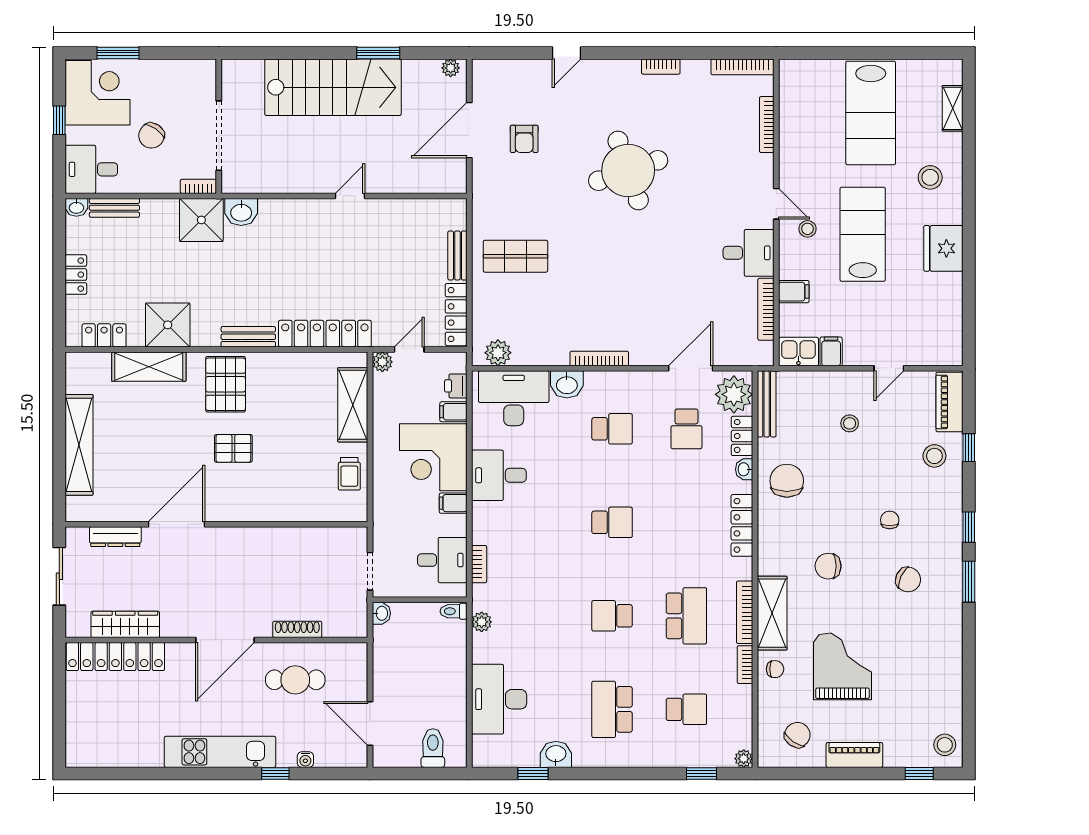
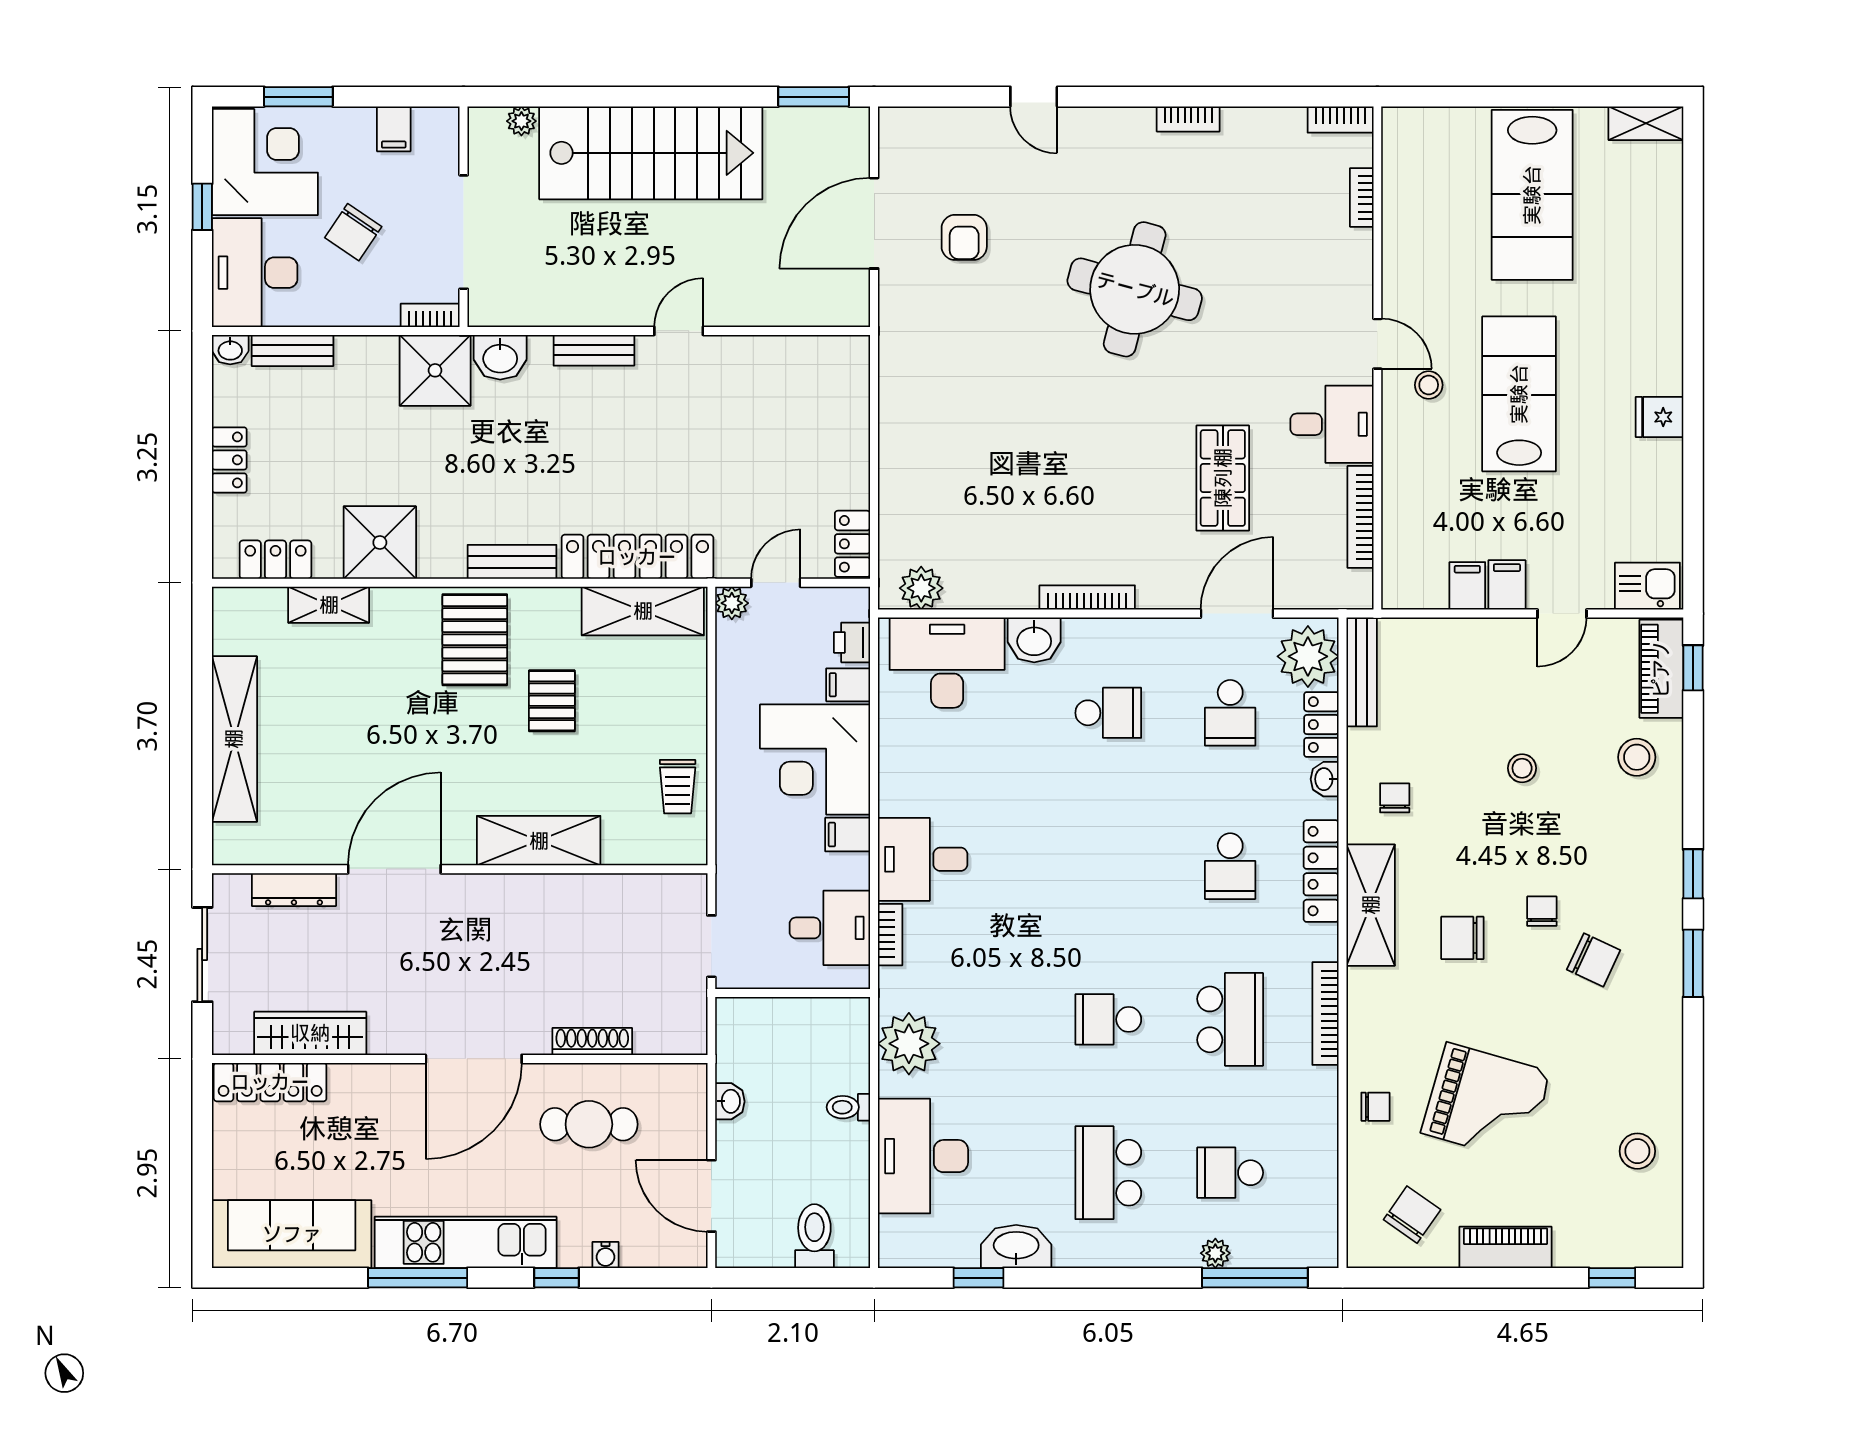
window: (378, 53) -> (814, 97), moved
door: (567, 53) -> (1034, 97), hinge flipped
bookcase: (742, 67) -> (1341, 120), width x0.64
plant: (451, 68) -> (521, 121), moved
filing cabinet: (176, 73) -> (394, 129), added
shelving: (953, 108) -> (1646, 123), moved, turned 90
bookcase: (767, 125) -> (1362, 197), width x0.64
desk: (91, 169) -> (255, 273), width x1.37
round table: (628, 170) -> (1135, 289), turned 34
stool: (930, 177) -> (1630, 301), removed
fridge: (943, 248) -> (1659, 417), width x0.53, depth x0.75
bench: (457, 255) -> (594, 350), moved, turned 90
shop shelf: (515, 256) -> (1223, 478), moved, turned 90
filing cabinet: (794, 292) -> (1507, 585), moved, turned -90
locker: (456, 315) -> (852, 544), width x0.66
kitchen sink: (798, 352) -> (1647, 586), moved
shelving: (149, 367) -> (329, 605), width x0.67, depth x0.75
shelving: (353, 405) -> (643, 611), moved, turned 90
stool: (850, 423) -> (1522, 768), moved
pallet: (233, 448) -> (552, 701), moved, turned 90
window: (969, 448) -> (1693, 668), moved
desk: (499, 475) -> (923, 859), moved
chair: (787, 481) -> (1395, 798), width x0.54, depth x0.54
shelving: (265, 507) -> (539, 841), added
chair: (890, 520) -> (1542, 911), moved
school desk: (612, 522) -> (1230, 866), moved, turned 90
toilet: (454, 611) -> (848, 1107), moved
washbasin: (381, 613) -> (730, 1101), moved
shelving: (772, 613) -> (1371, 905), moved
plant: (482, 622) -> (909, 1044), width x1.88, depth x1.88
locker: (115, 657) -> (270, 1082), width x0.71, depth x0.83
bookcase: (745, 665) -> (1326, 1099), removed
grand piano: (842, 666) -> (1486, 1102), turned 106
school desk: (686, 709) -> (1230, 1173), turned 180
stool: (945, 745) -> (1637, 1151), moved
sofa: (114, 747) -> (292, 1234), added
washbasin: (556, 754) -> (1016, 1246), width x1.38
plant: (744, 759) -> (1215, 1253), moved
window: (191, 773) -> (418, 1278), added
window: (702, 773) -> (1255, 1278), width x2.17

